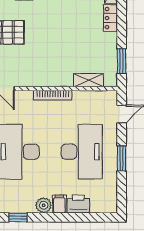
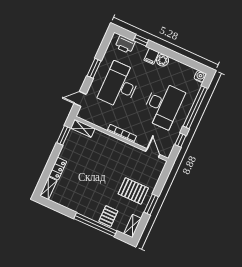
shelving: (89, 80) -> (83, 128), moved
printer: (78, 204) -> (125, 44), moved
window: (18, 217) -> (141, 40), moved

